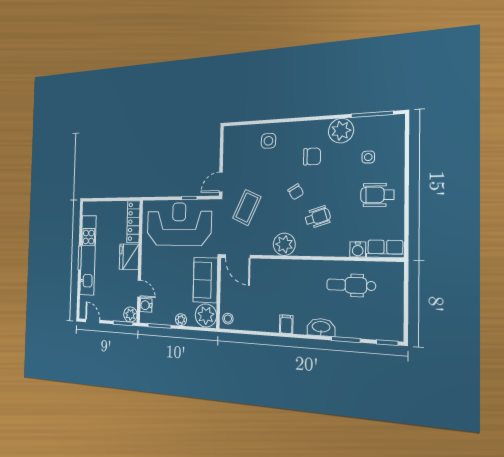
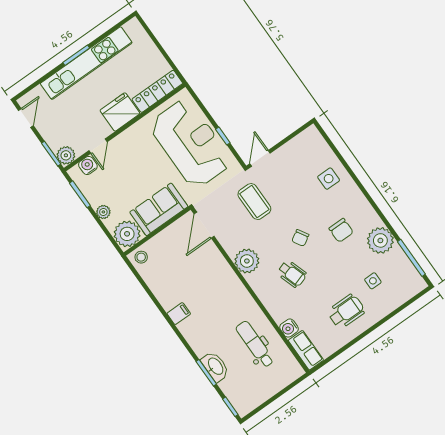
door: (221, 182) -> (260, 158), hinge flipped
wheelchair: (377, 195) -> (346, 311), turned 90
coffee table: (247, 208) -> (254, 202), turned 65
washbasin: (321, 327) -> (215, 367), moved

